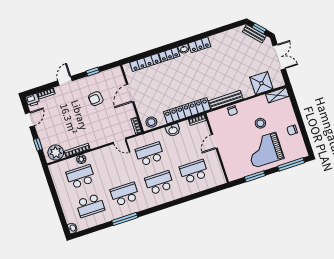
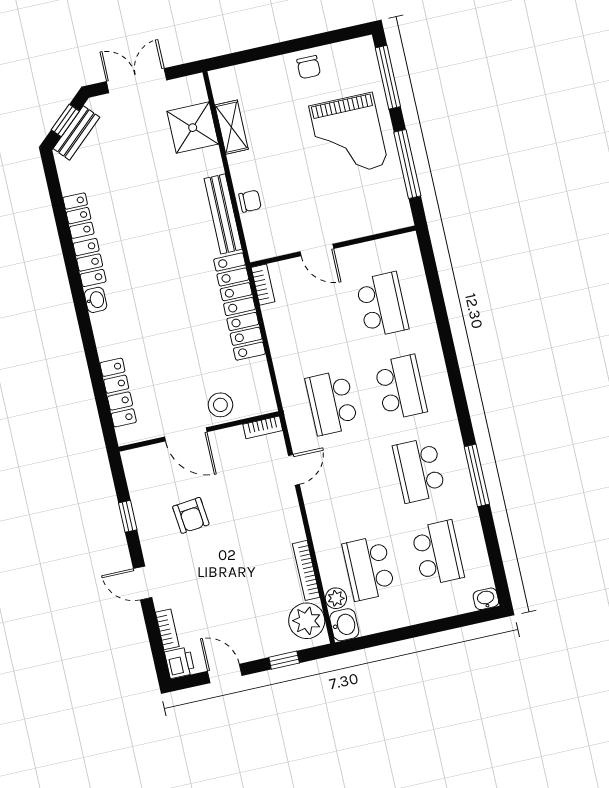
locker: (169, 54) -> (78, 216), moved
shelving: (277, 95) -> (232, 127), moved
stool: (151, 122) -> (220, 405), moved
stool: (260, 123) -> (285, 139), removed
washbasin: (173, 130) -> (344, 625), moved
plant: (81, 159) -> (336, 598), moved
school desk: (194, 171) -> (382, 305), turned 180
window: (255, 176) -> (407, 164), width x1.44
school desk: (159, 183) -> (401, 387), turned 180

